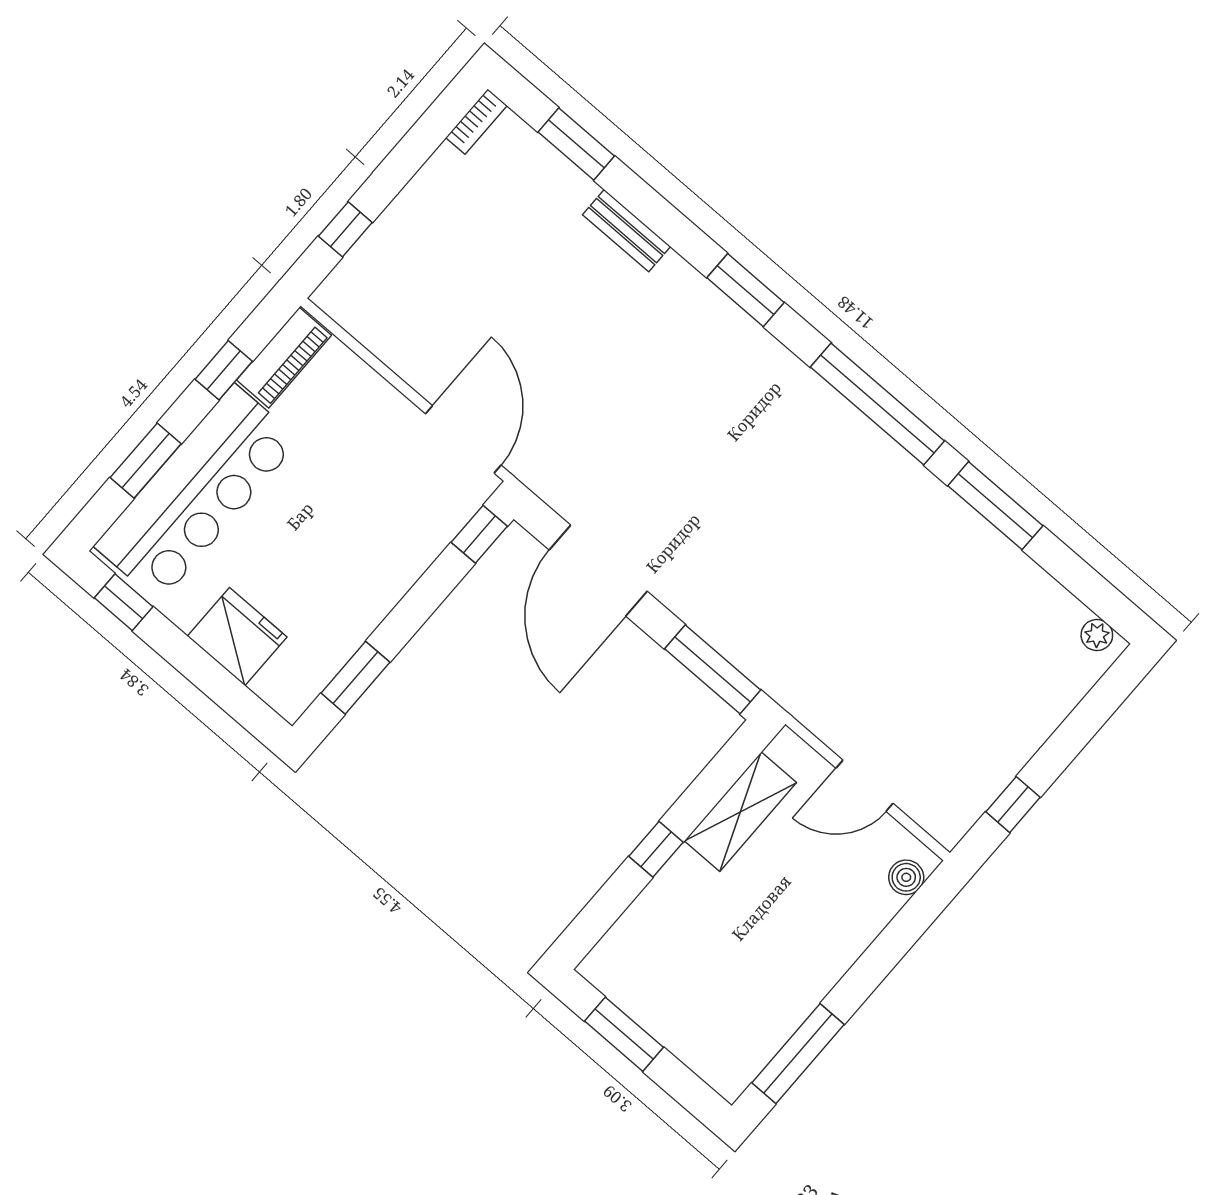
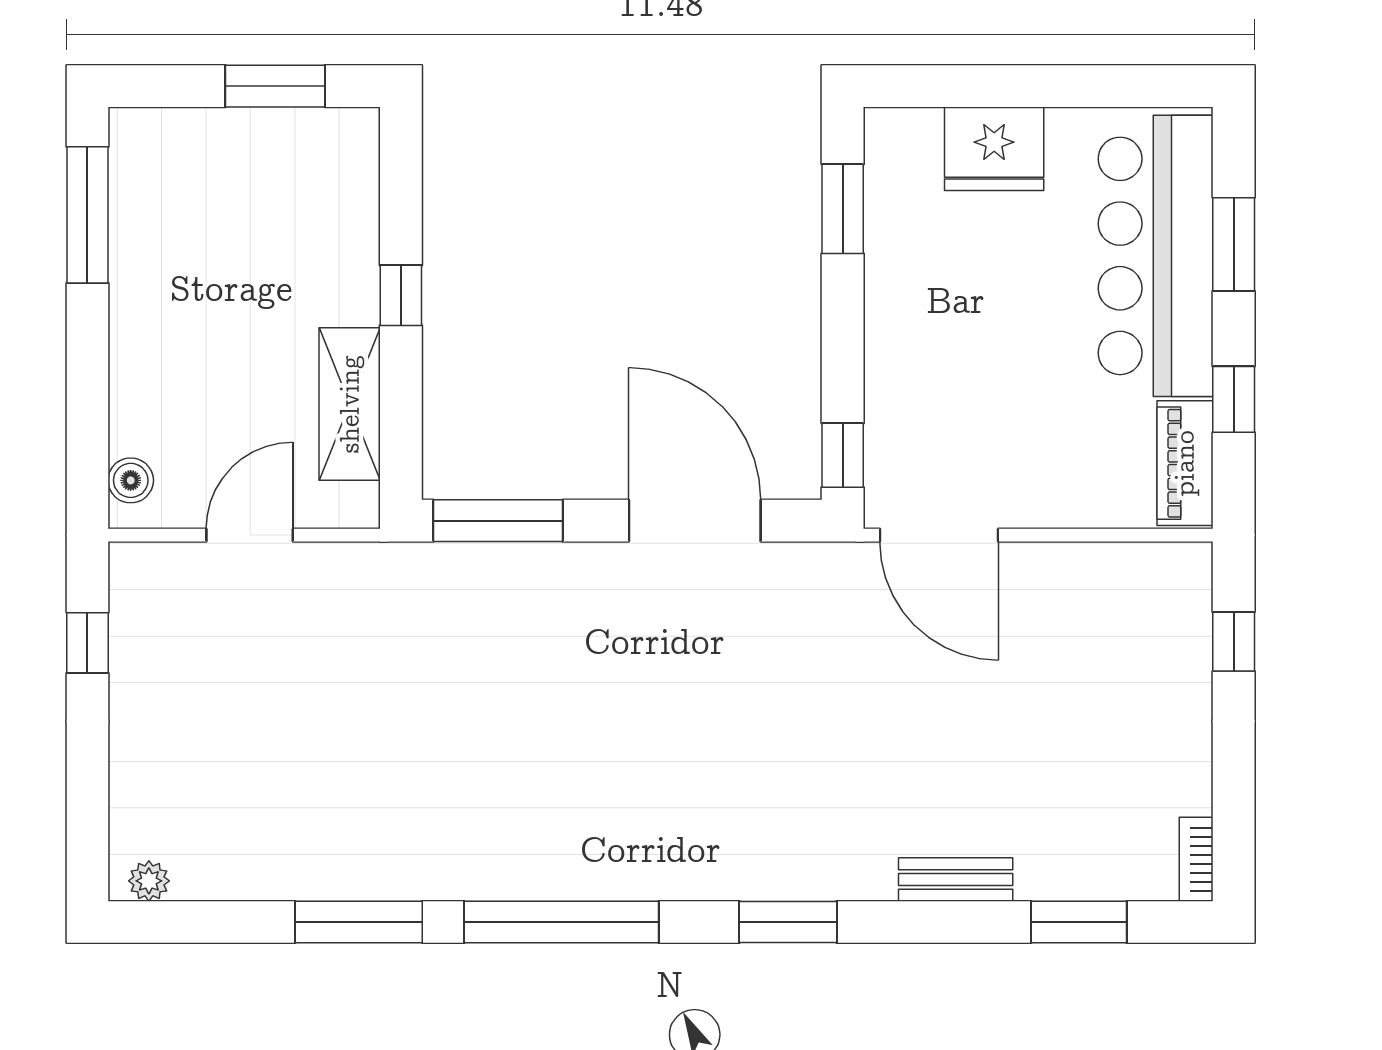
window: (124, 602) -> (1135, 86), removed

